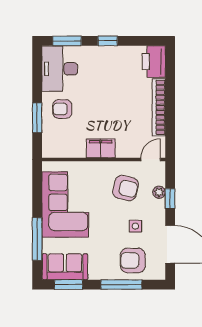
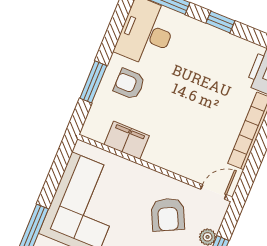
filing cabinet: (101, 148) -> (127, 140), moved
armchair: (126, 188) -> (168, 215), turned 50

